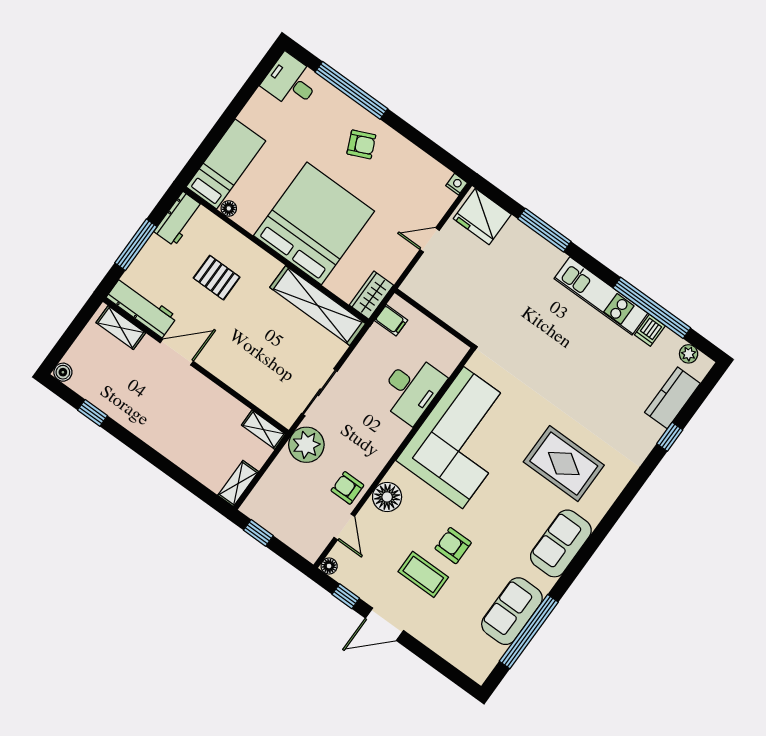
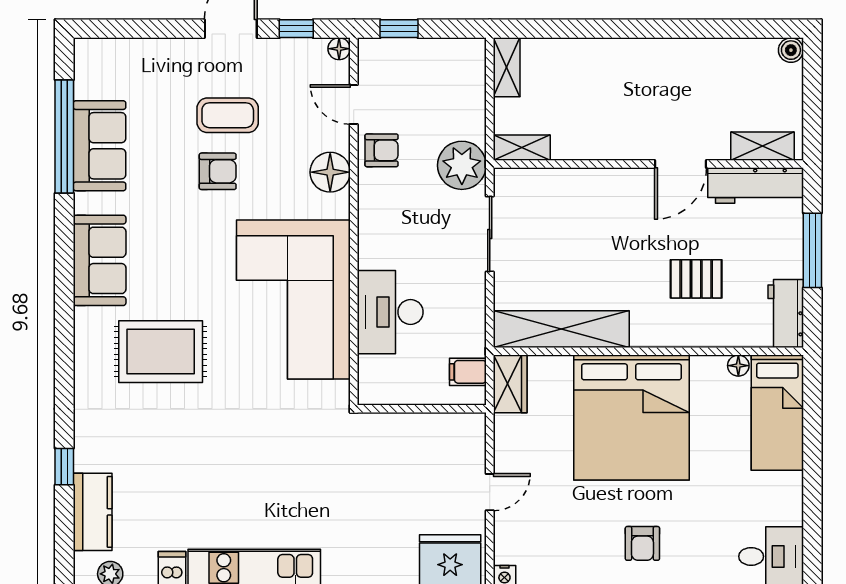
armchair: (361, 144) -> (642, 543), turned -66
window: (93, 413) -> (725, 29), removed
window: (258, 533) -> (399, 29), moved

